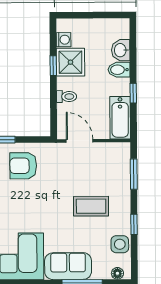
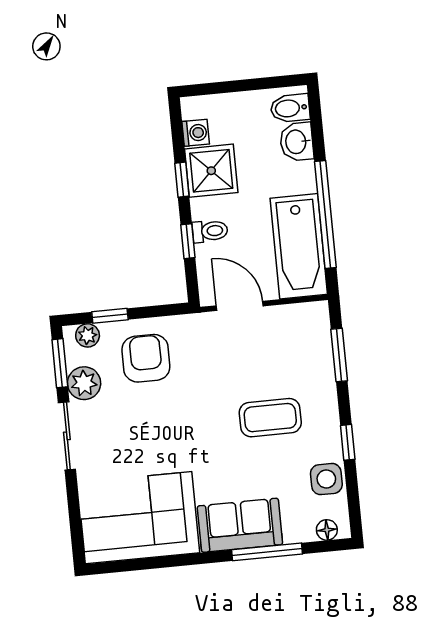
bidet: (119, 70) -> (290, 108), moved
window: (133, 93) -> (325, 215), width x3.17
window: (53, 101) -> (188, 241), added
bathtub: (120, 118) -> (299, 246), width x1.36, depth x1.36
armchair: (23, 166) -> (146, 358), turned 90

